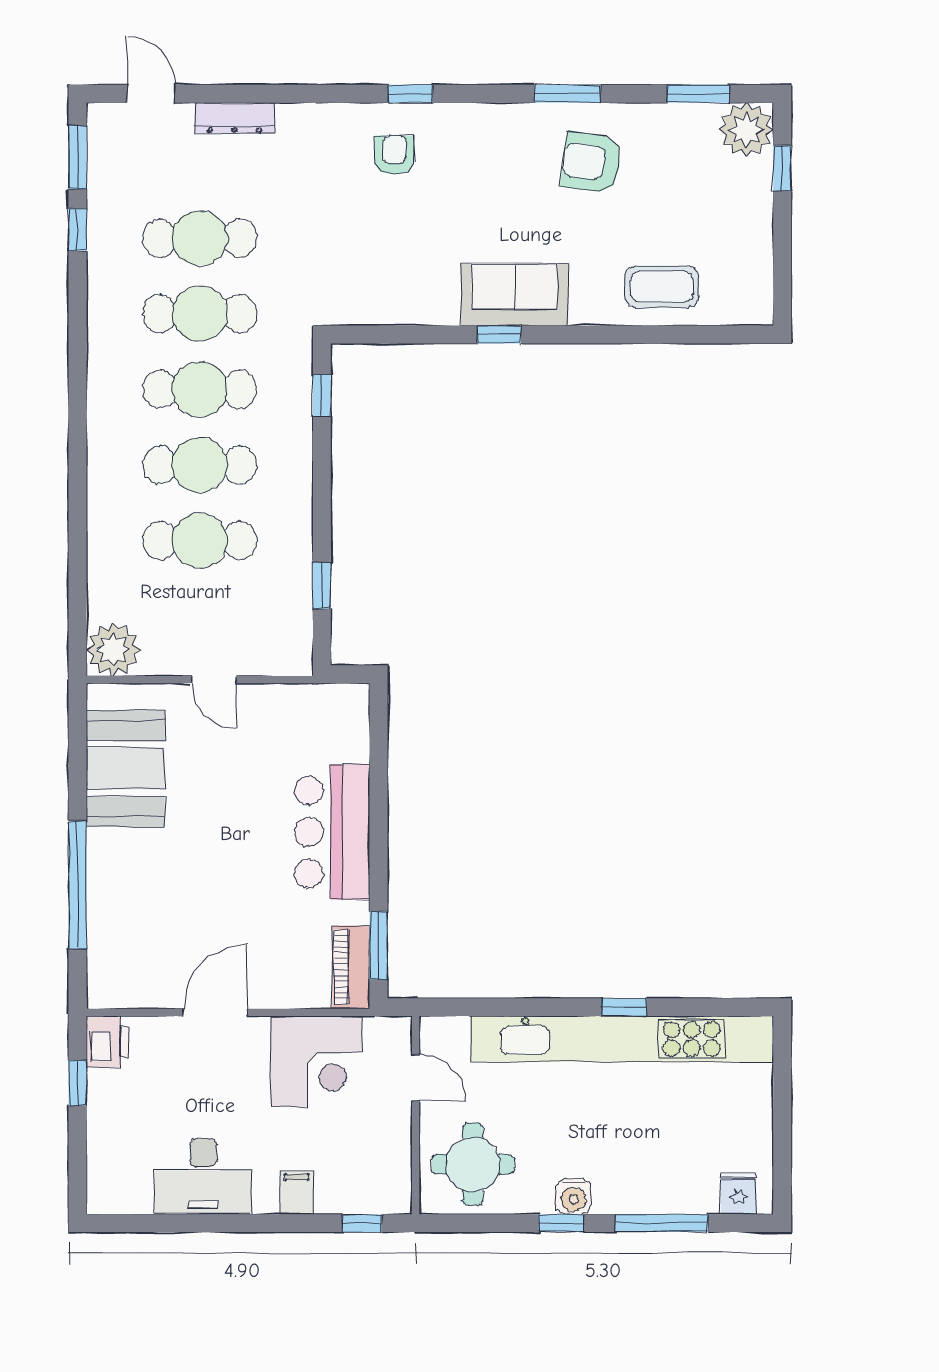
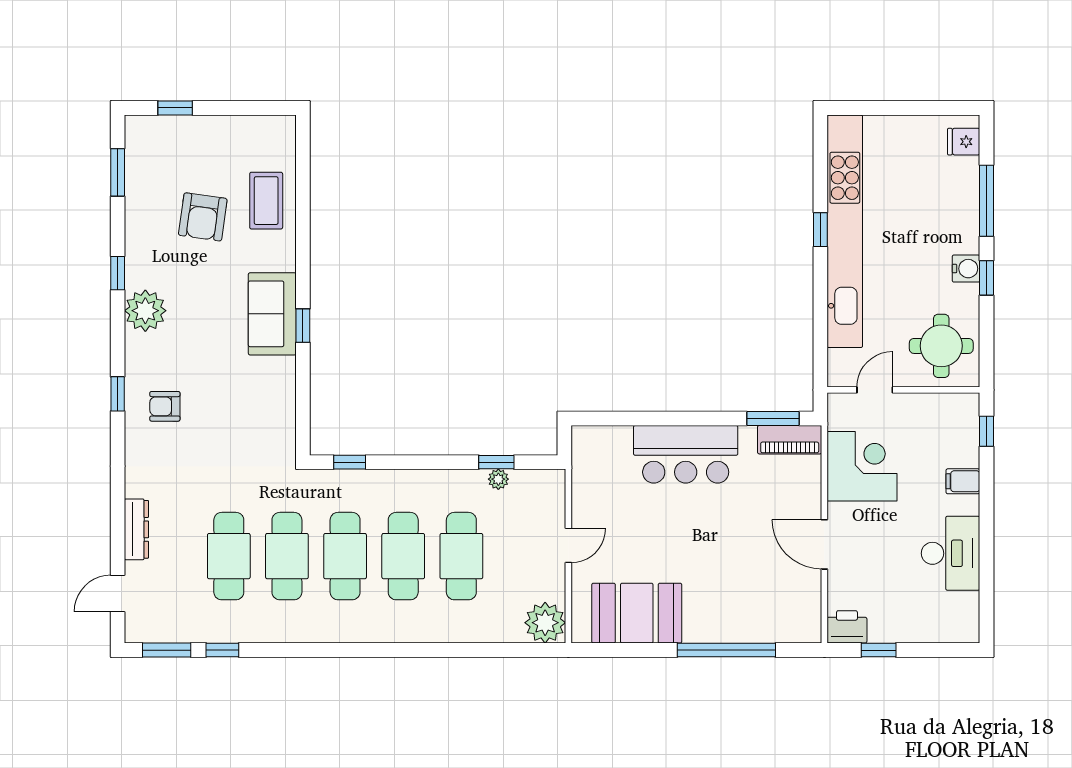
window: (568, 94) -> (118, 273), width x0.67
plant: (746, 130) -> (145, 311), moved
armchair: (592, 162) -> (203, 217), moved
plant: (300, 589) -> (498, 479), added

